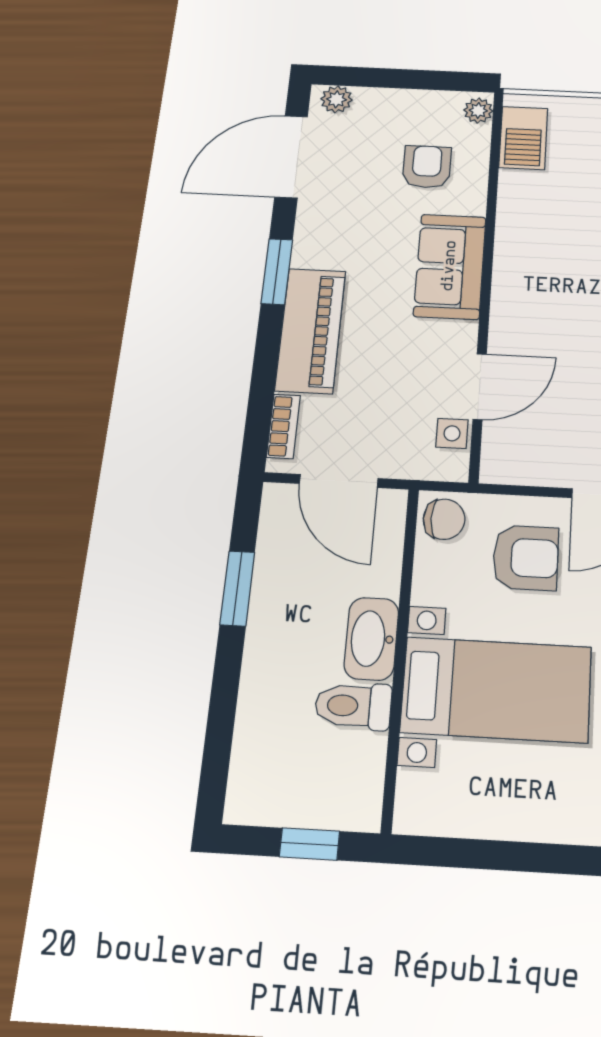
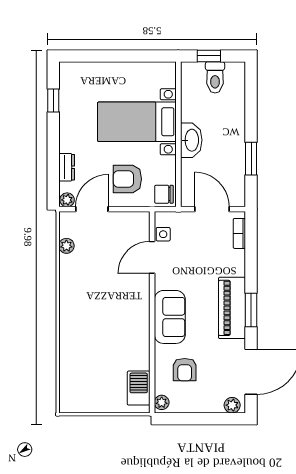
piano: (311, 330) -> (232, 308), moved
toilet: (353, 706) -> (215, 77), moved, turned 90

